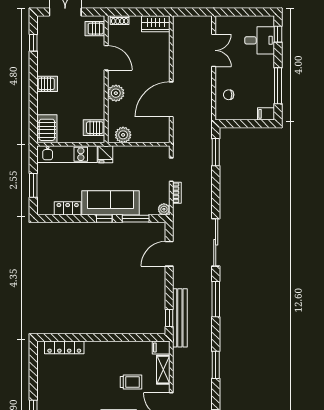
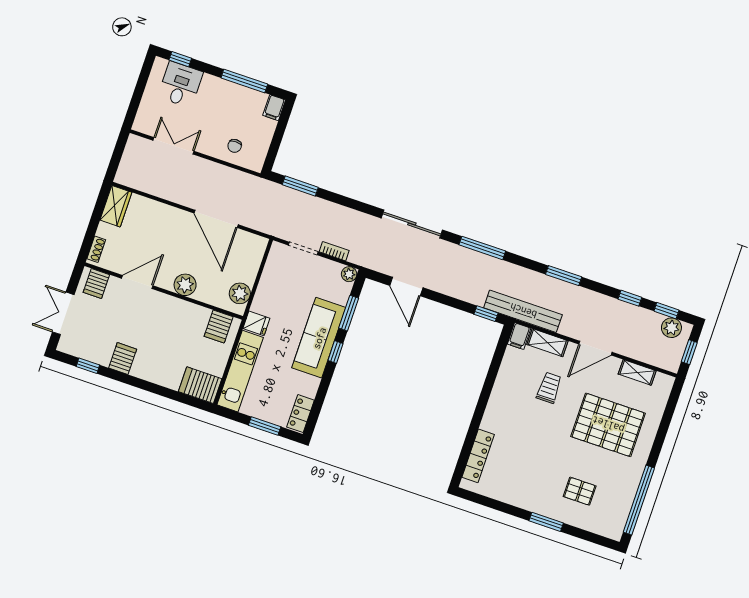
server rack: (47, 84) -> (123, 359), moved
locker: (68, 208) -> (300, 414), moved
bench: (180, 318) -> (523, 311), moved

